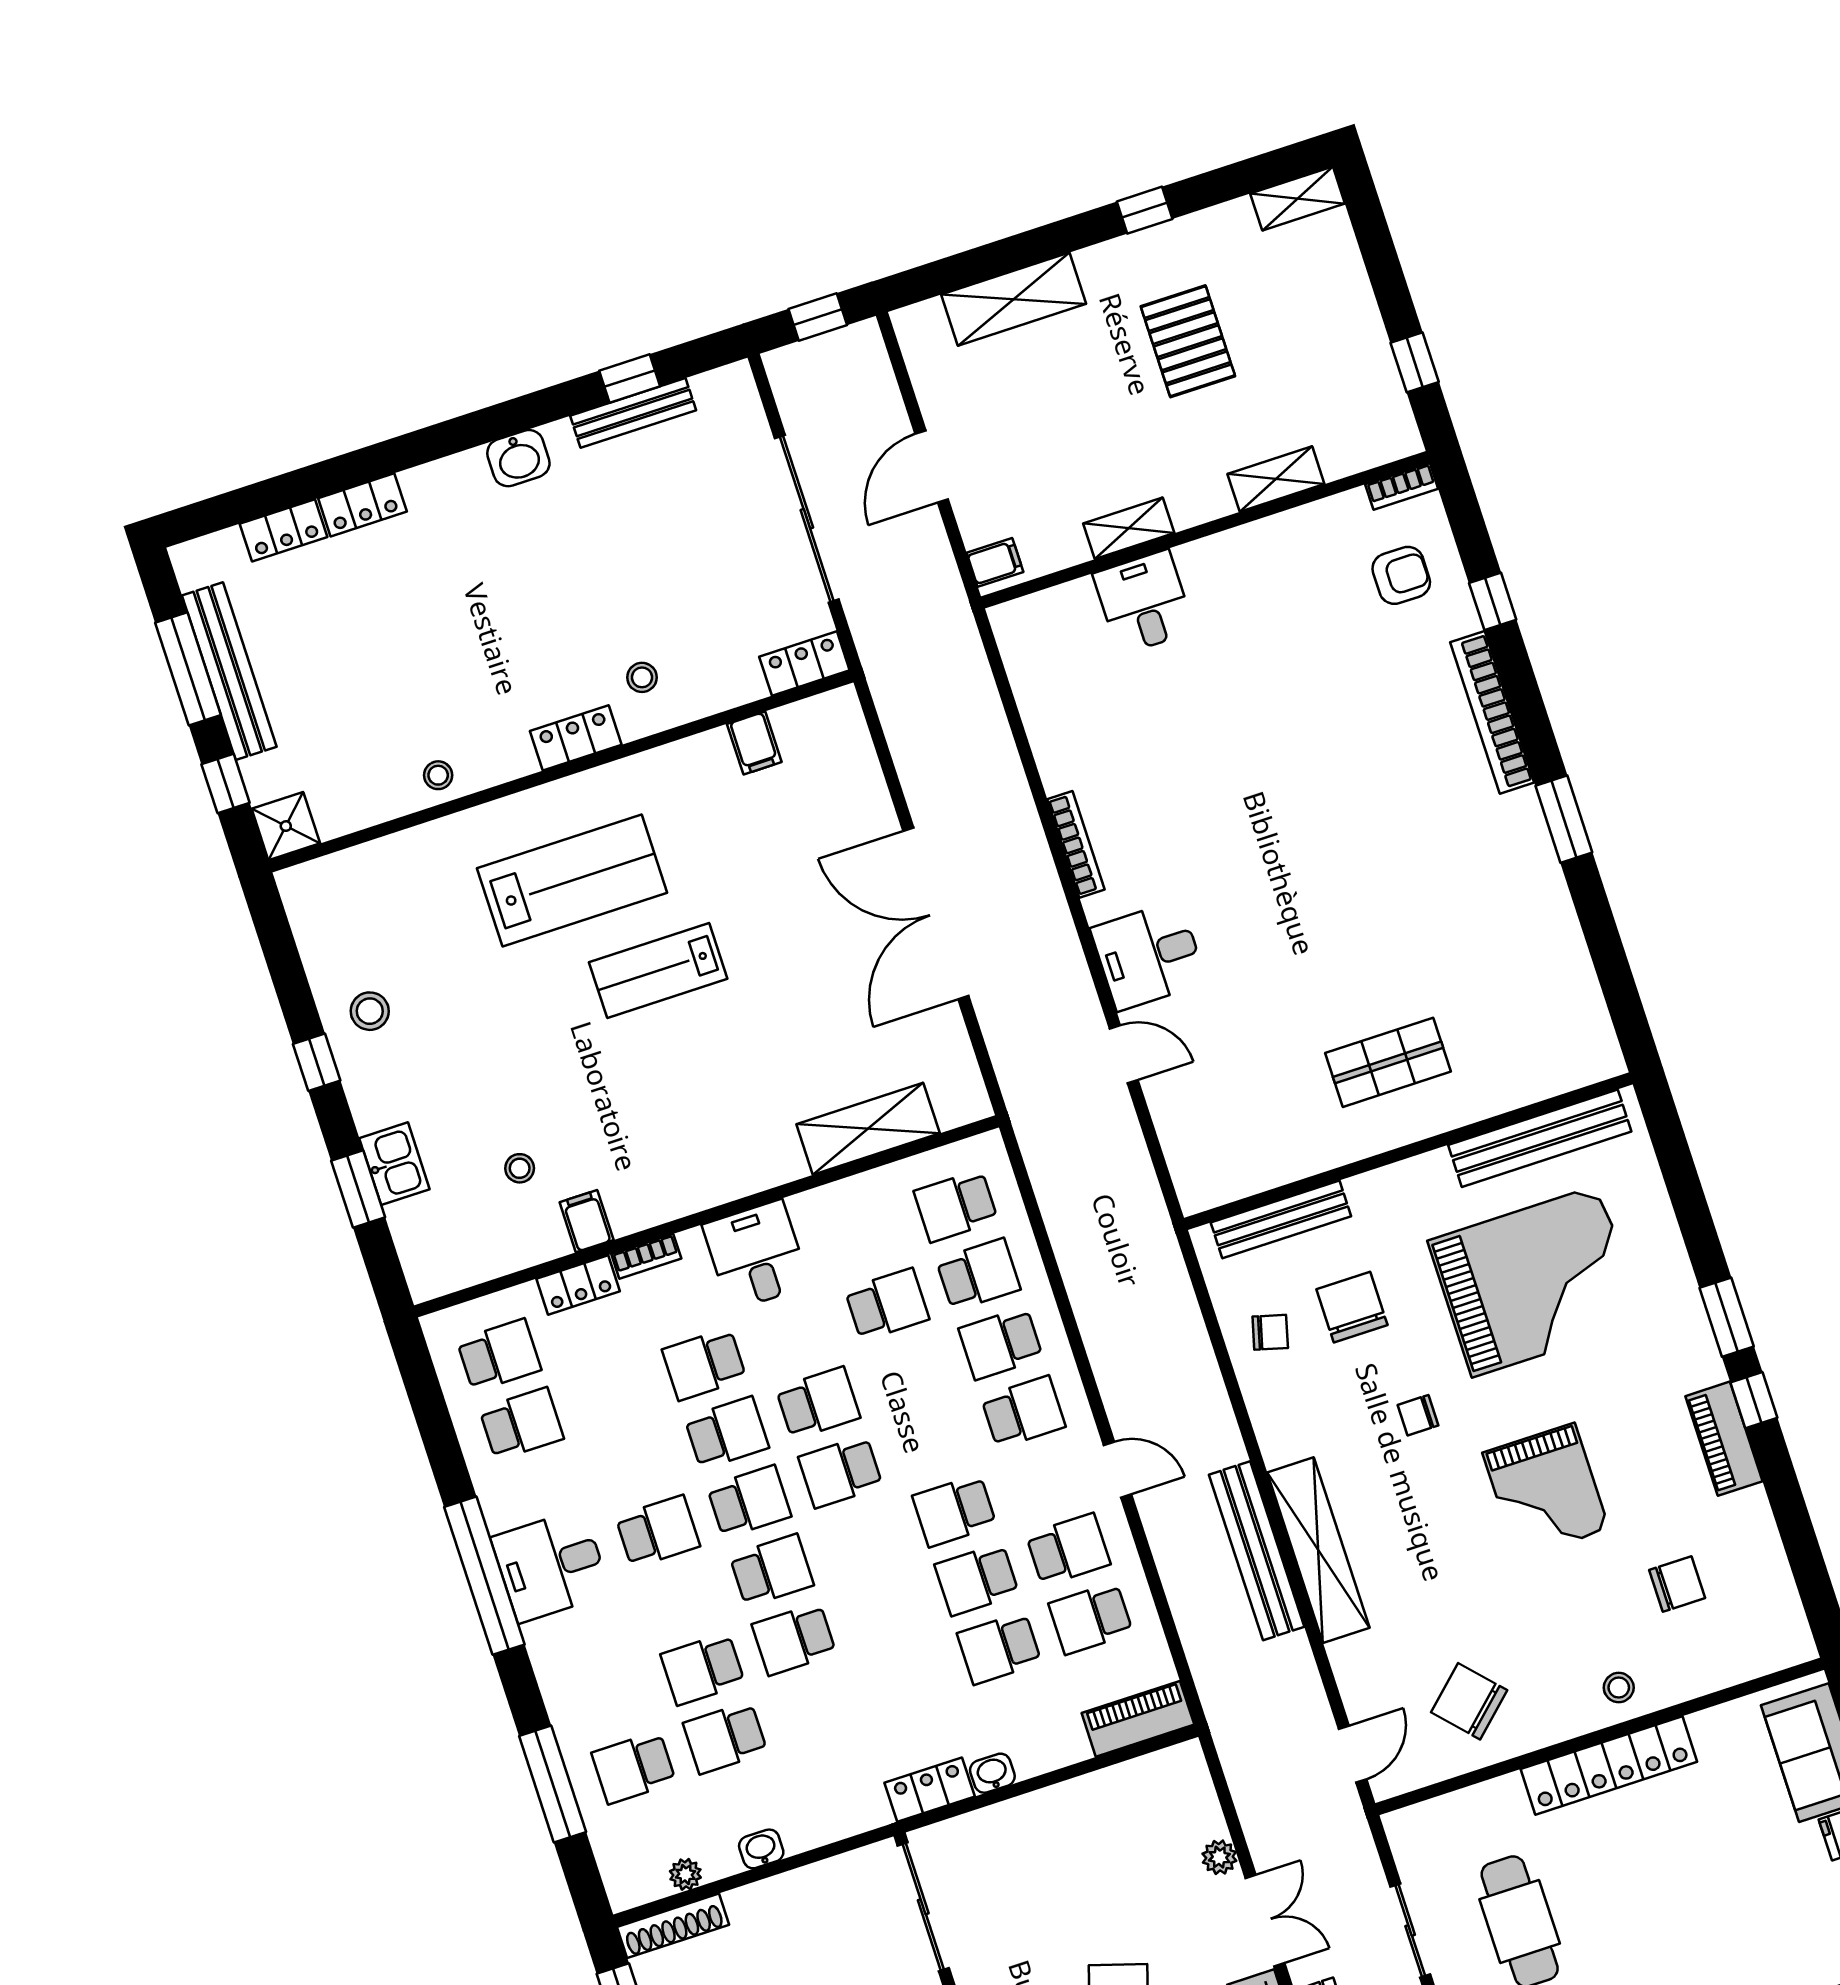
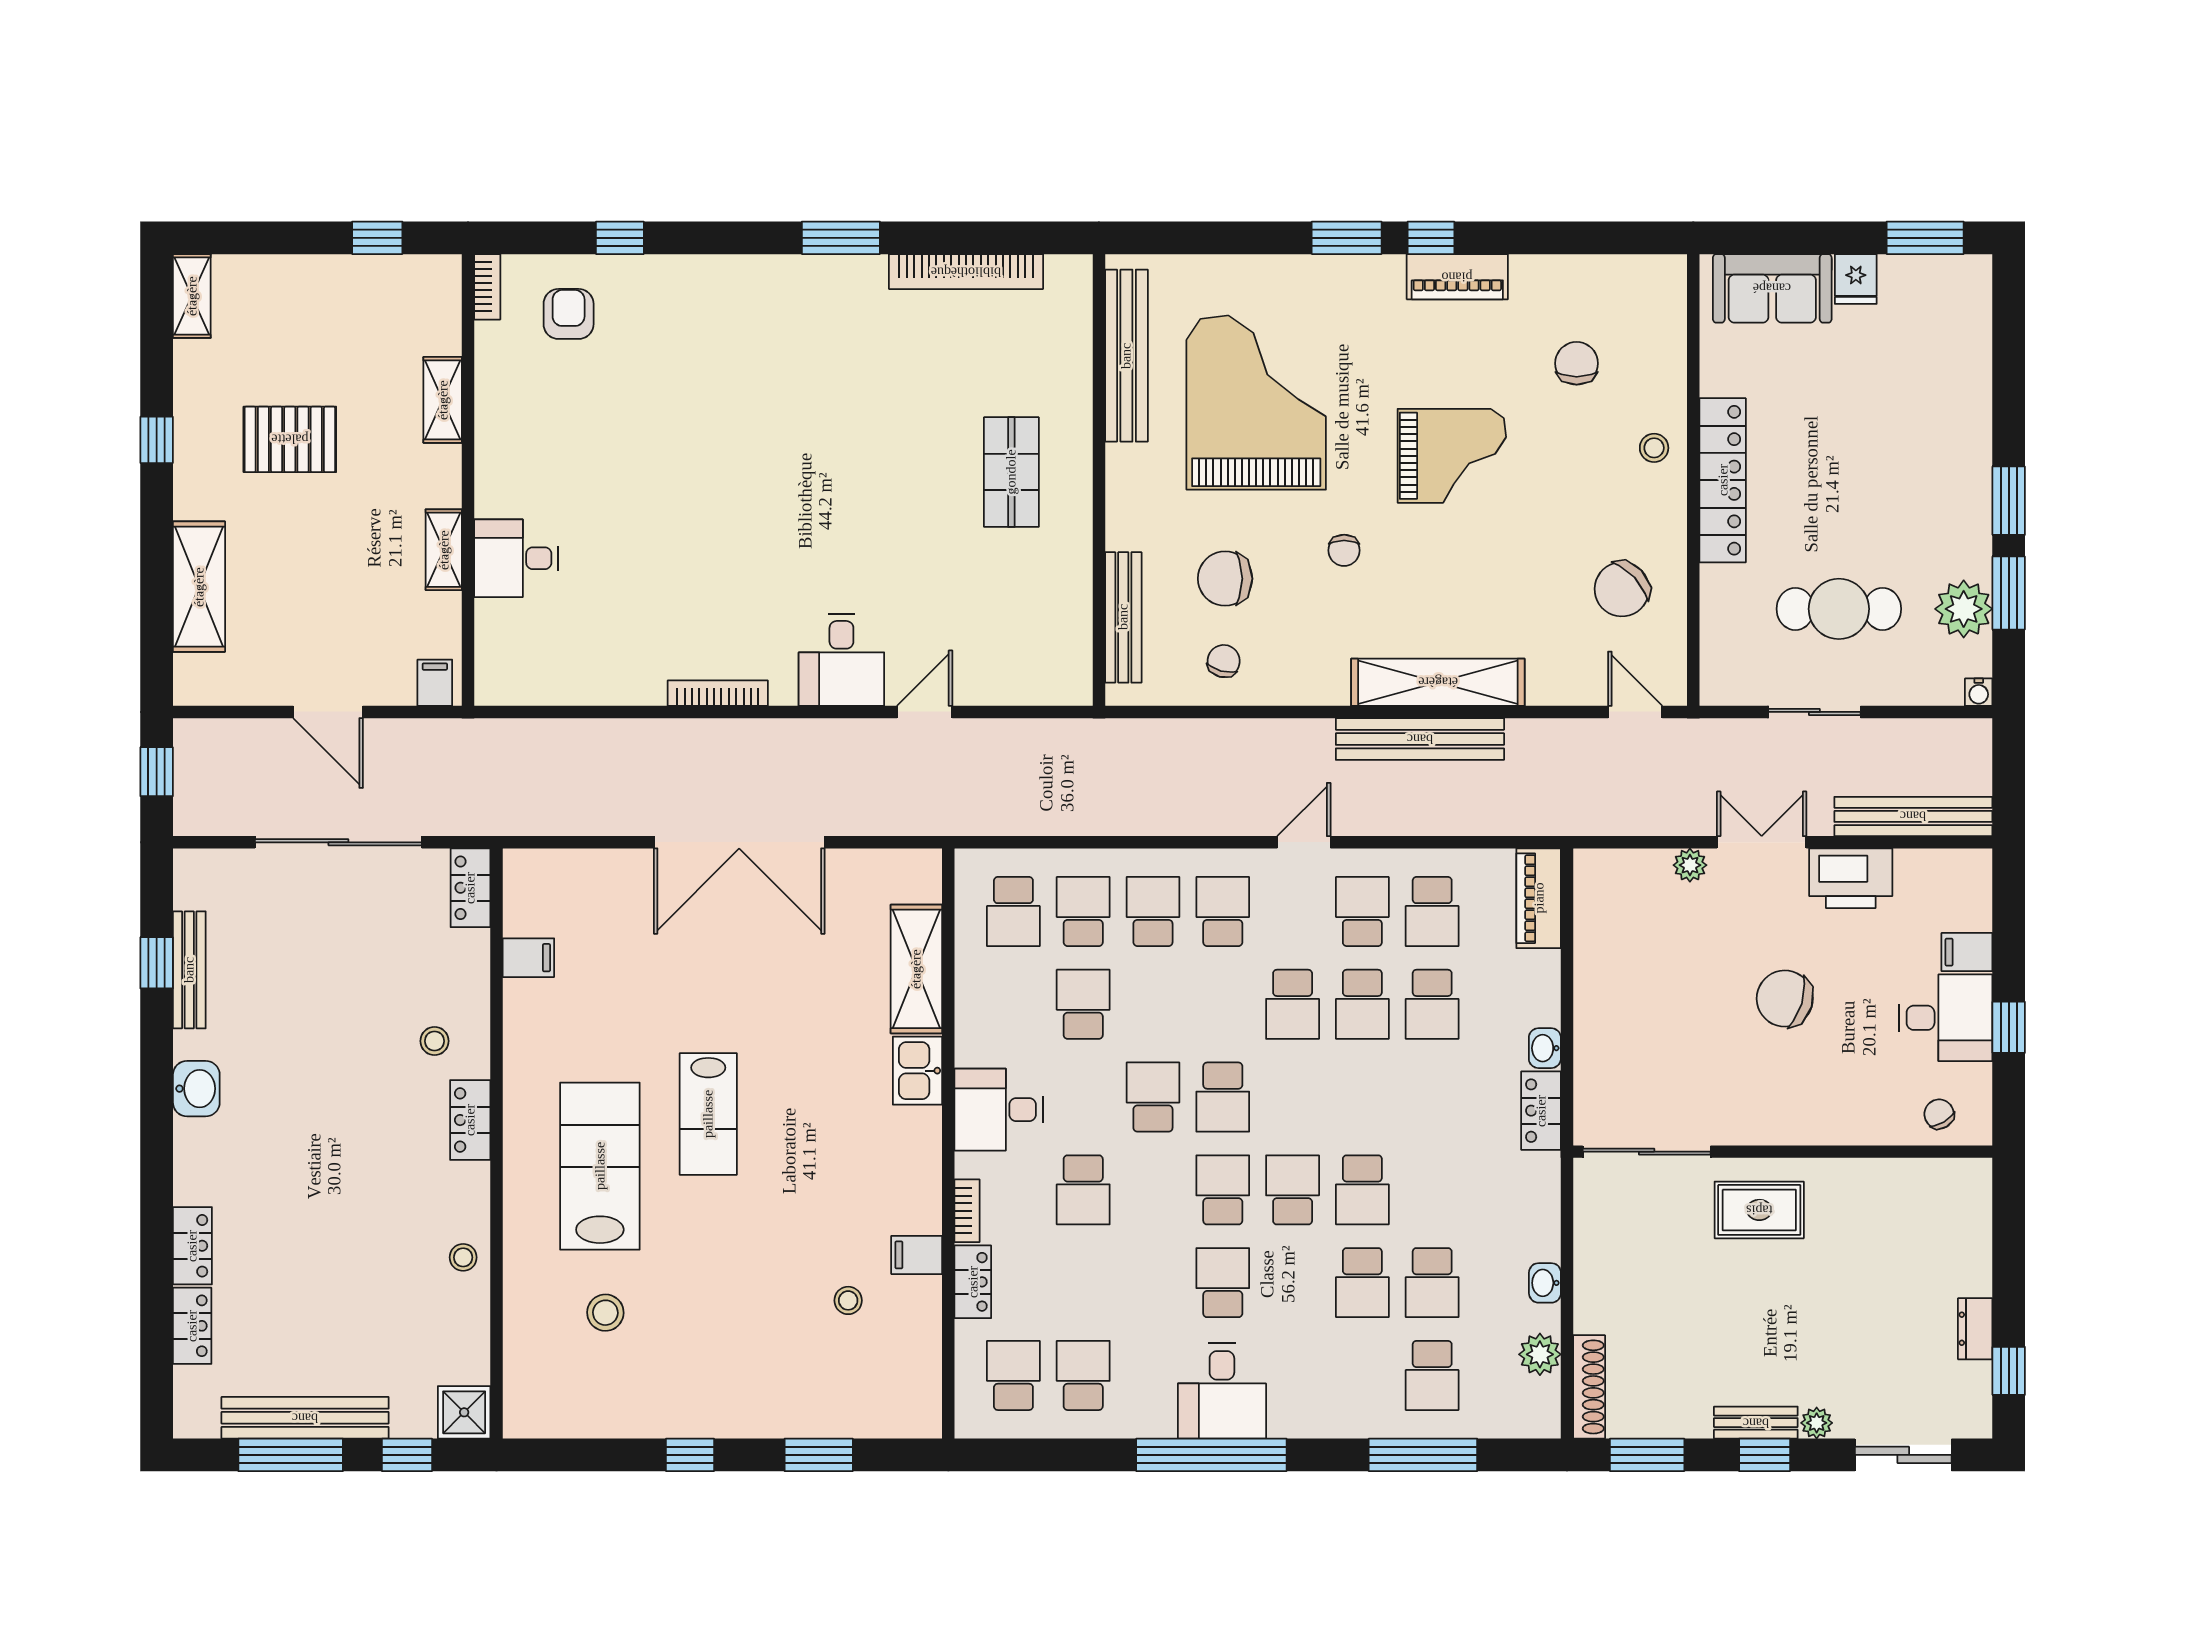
bookcase: (1492, 712) -> (966, 272), moved
stool: (370, 1011) -> (605, 1313), moved
kitchen sink: (394, 1164) -> (918, 1071), moved, turned -90
school desk: (1001, 1343) -> (1153, 912), turned 180
school desk: (727, 1433) -> (1153, 1190), removed
plant: (685, 1874) -> (1540, 1354), width x1.38, depth x1.38

